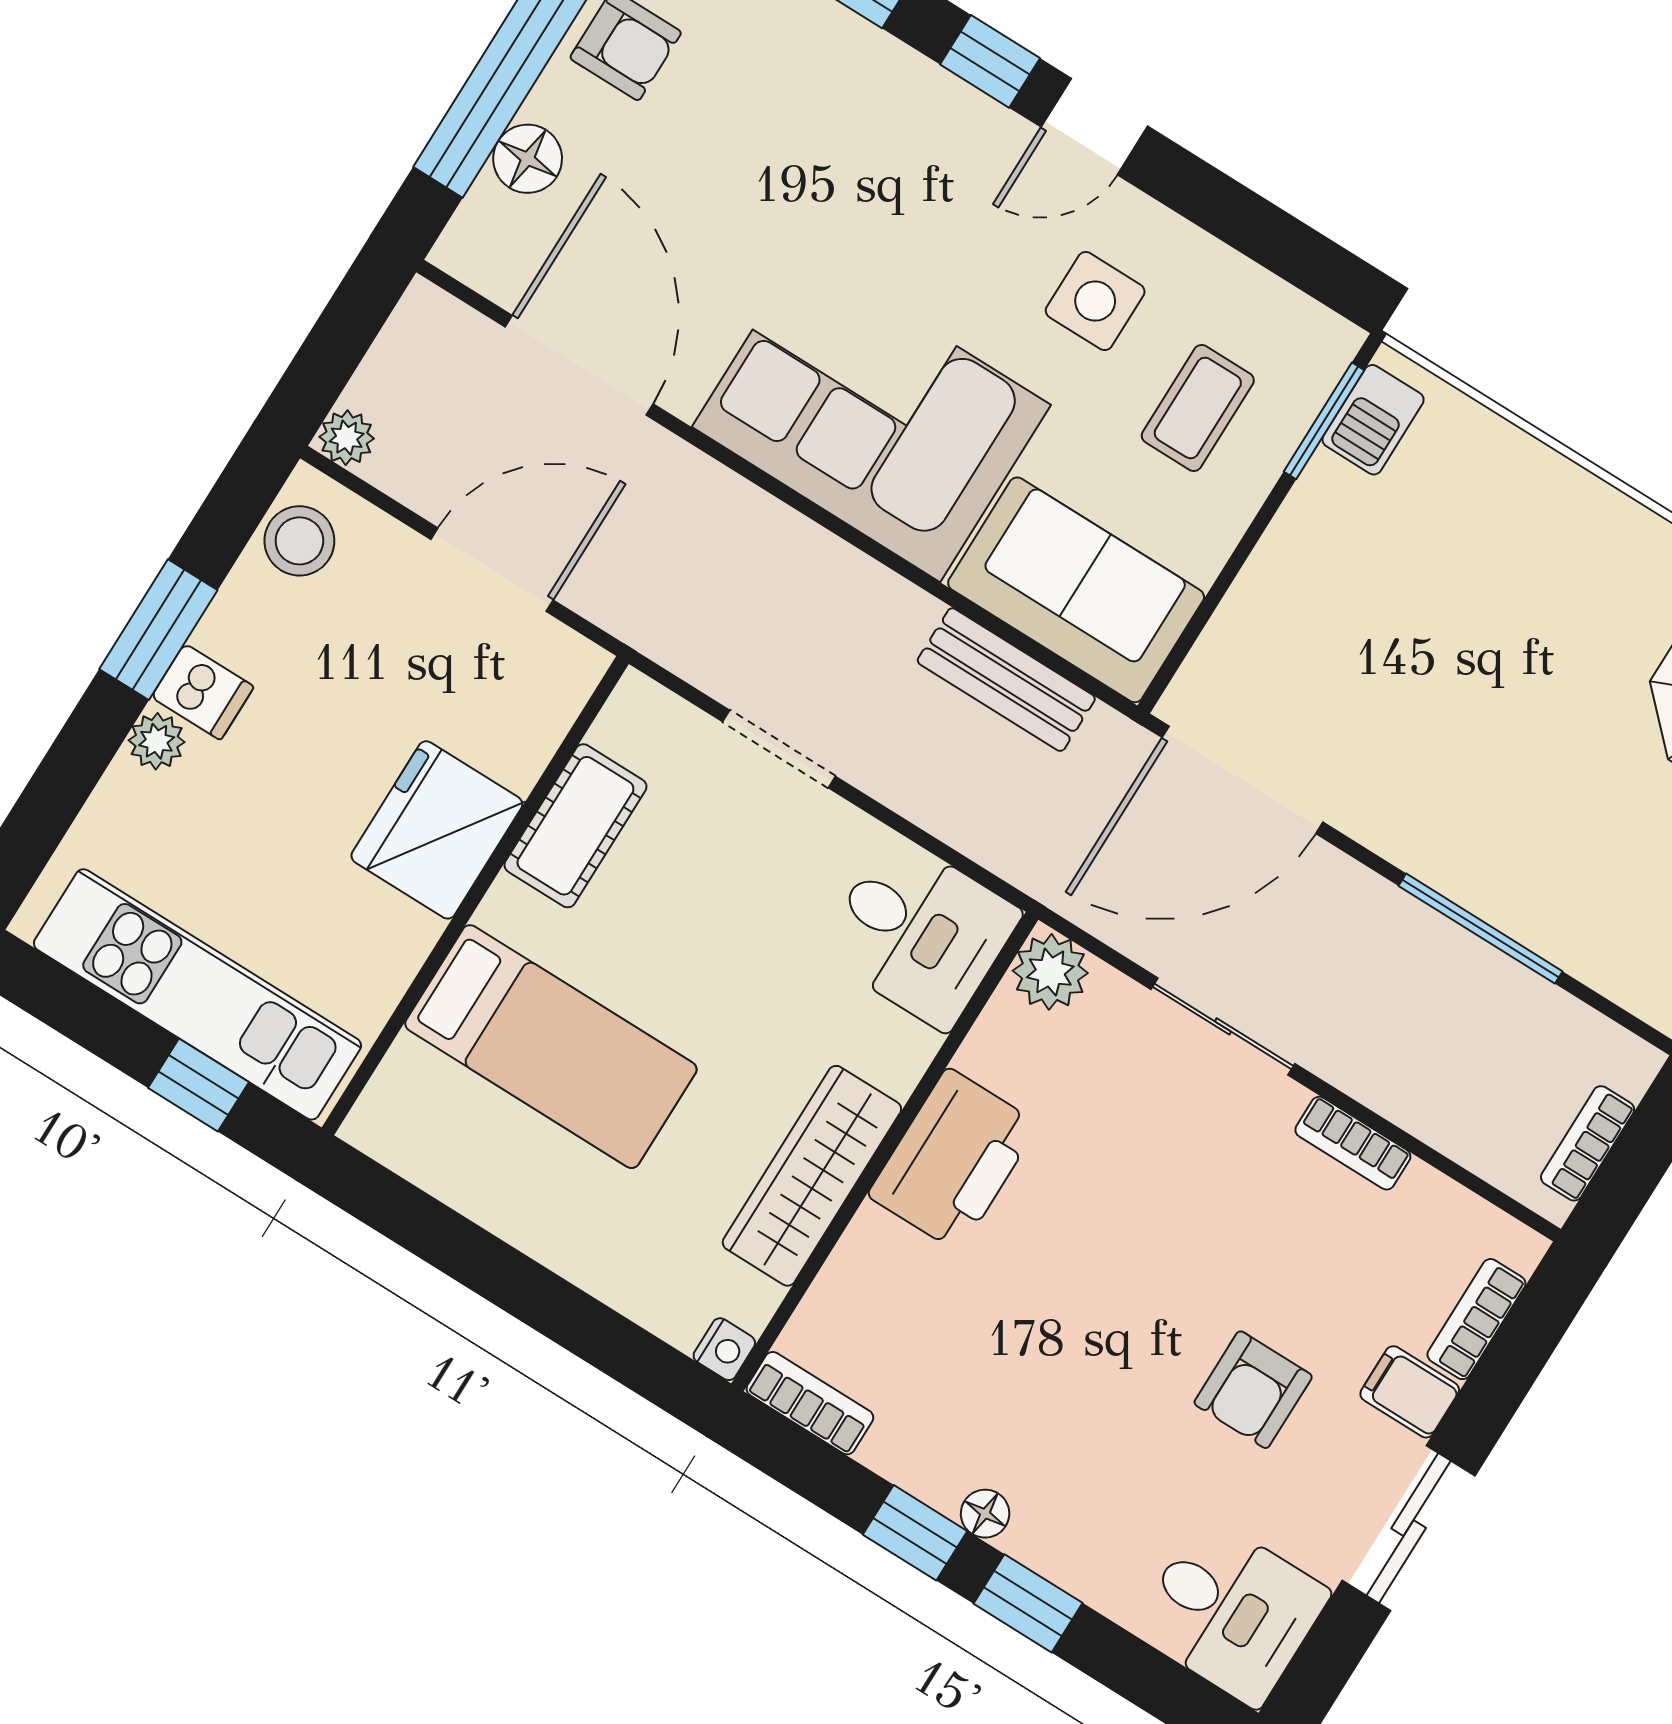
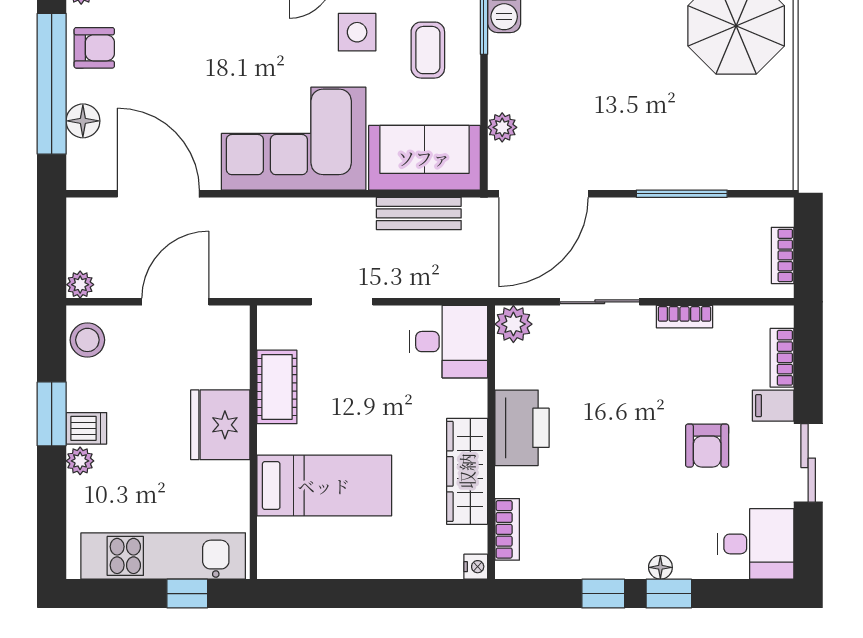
plant: (1243, 621) -> (502, 127), added
bookcase: (810, 1403) -> (507, 529), moved, turned 90
floor lamp: (985, 1514) -> (660, 567), moved

